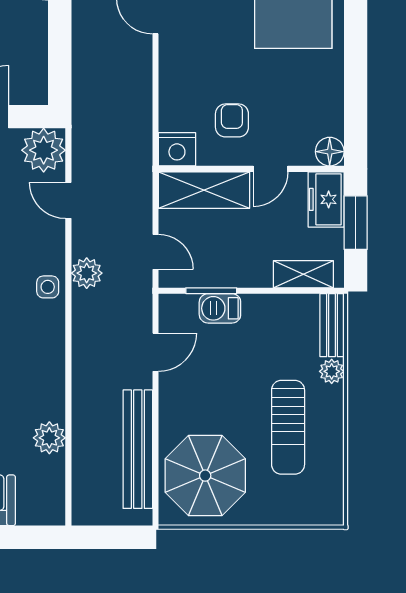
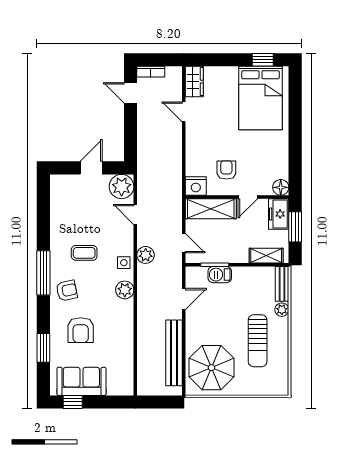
plant: (49, 438) -> (125, 290), moved

